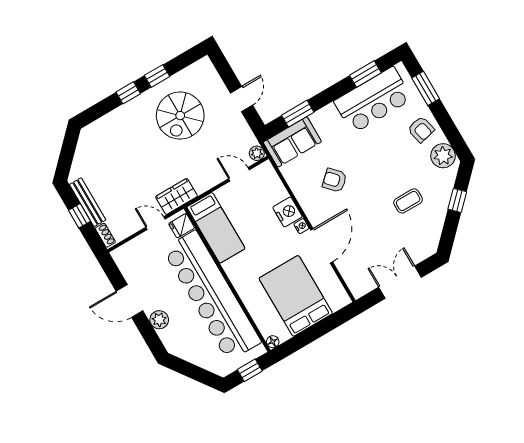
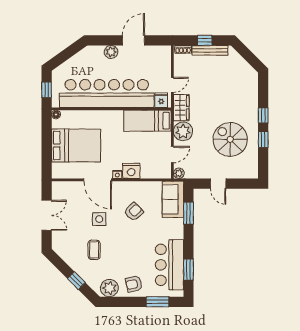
plant: (204, 178) -> (183, 131), added
side table: (368, 217) -> (99, 219), added

